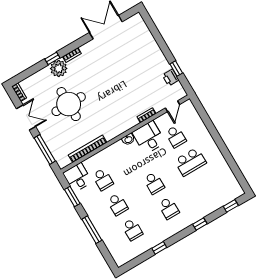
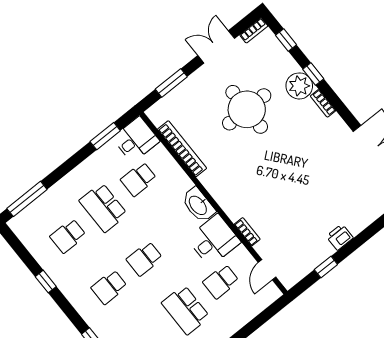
window: (28, 73) -> (286, 40), added
printer: (171, 78) -> (340, 237), moved
door: (173, 106) -> (267, 270), hinge flipped
double door: (26, 118) -> (216, 47), swing flipped
washbasin: (128, 139) -> (198, 205), width x1.91, depth x1.45
window: (45, 150) -> (171, 83), width x0.69
school desk: (118, 204) -> (103, 208), width x1.85
window: (92, 230) -> (27, 199), moved

